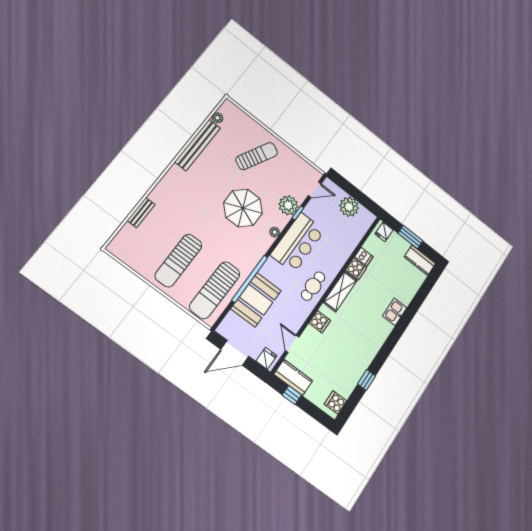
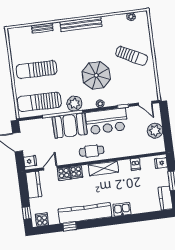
bench: (198, 145) -> (81, 24), moved
plant: (288, 205) -> (74, 104), moved
cooker: (356, 269) -> (64, 174), moved
booth: (256, 300) -> (70, 126), moved
kitchen counter: (367, 352) -> (85, 213), added
window: (292, 395) -> (27, 213), moved

